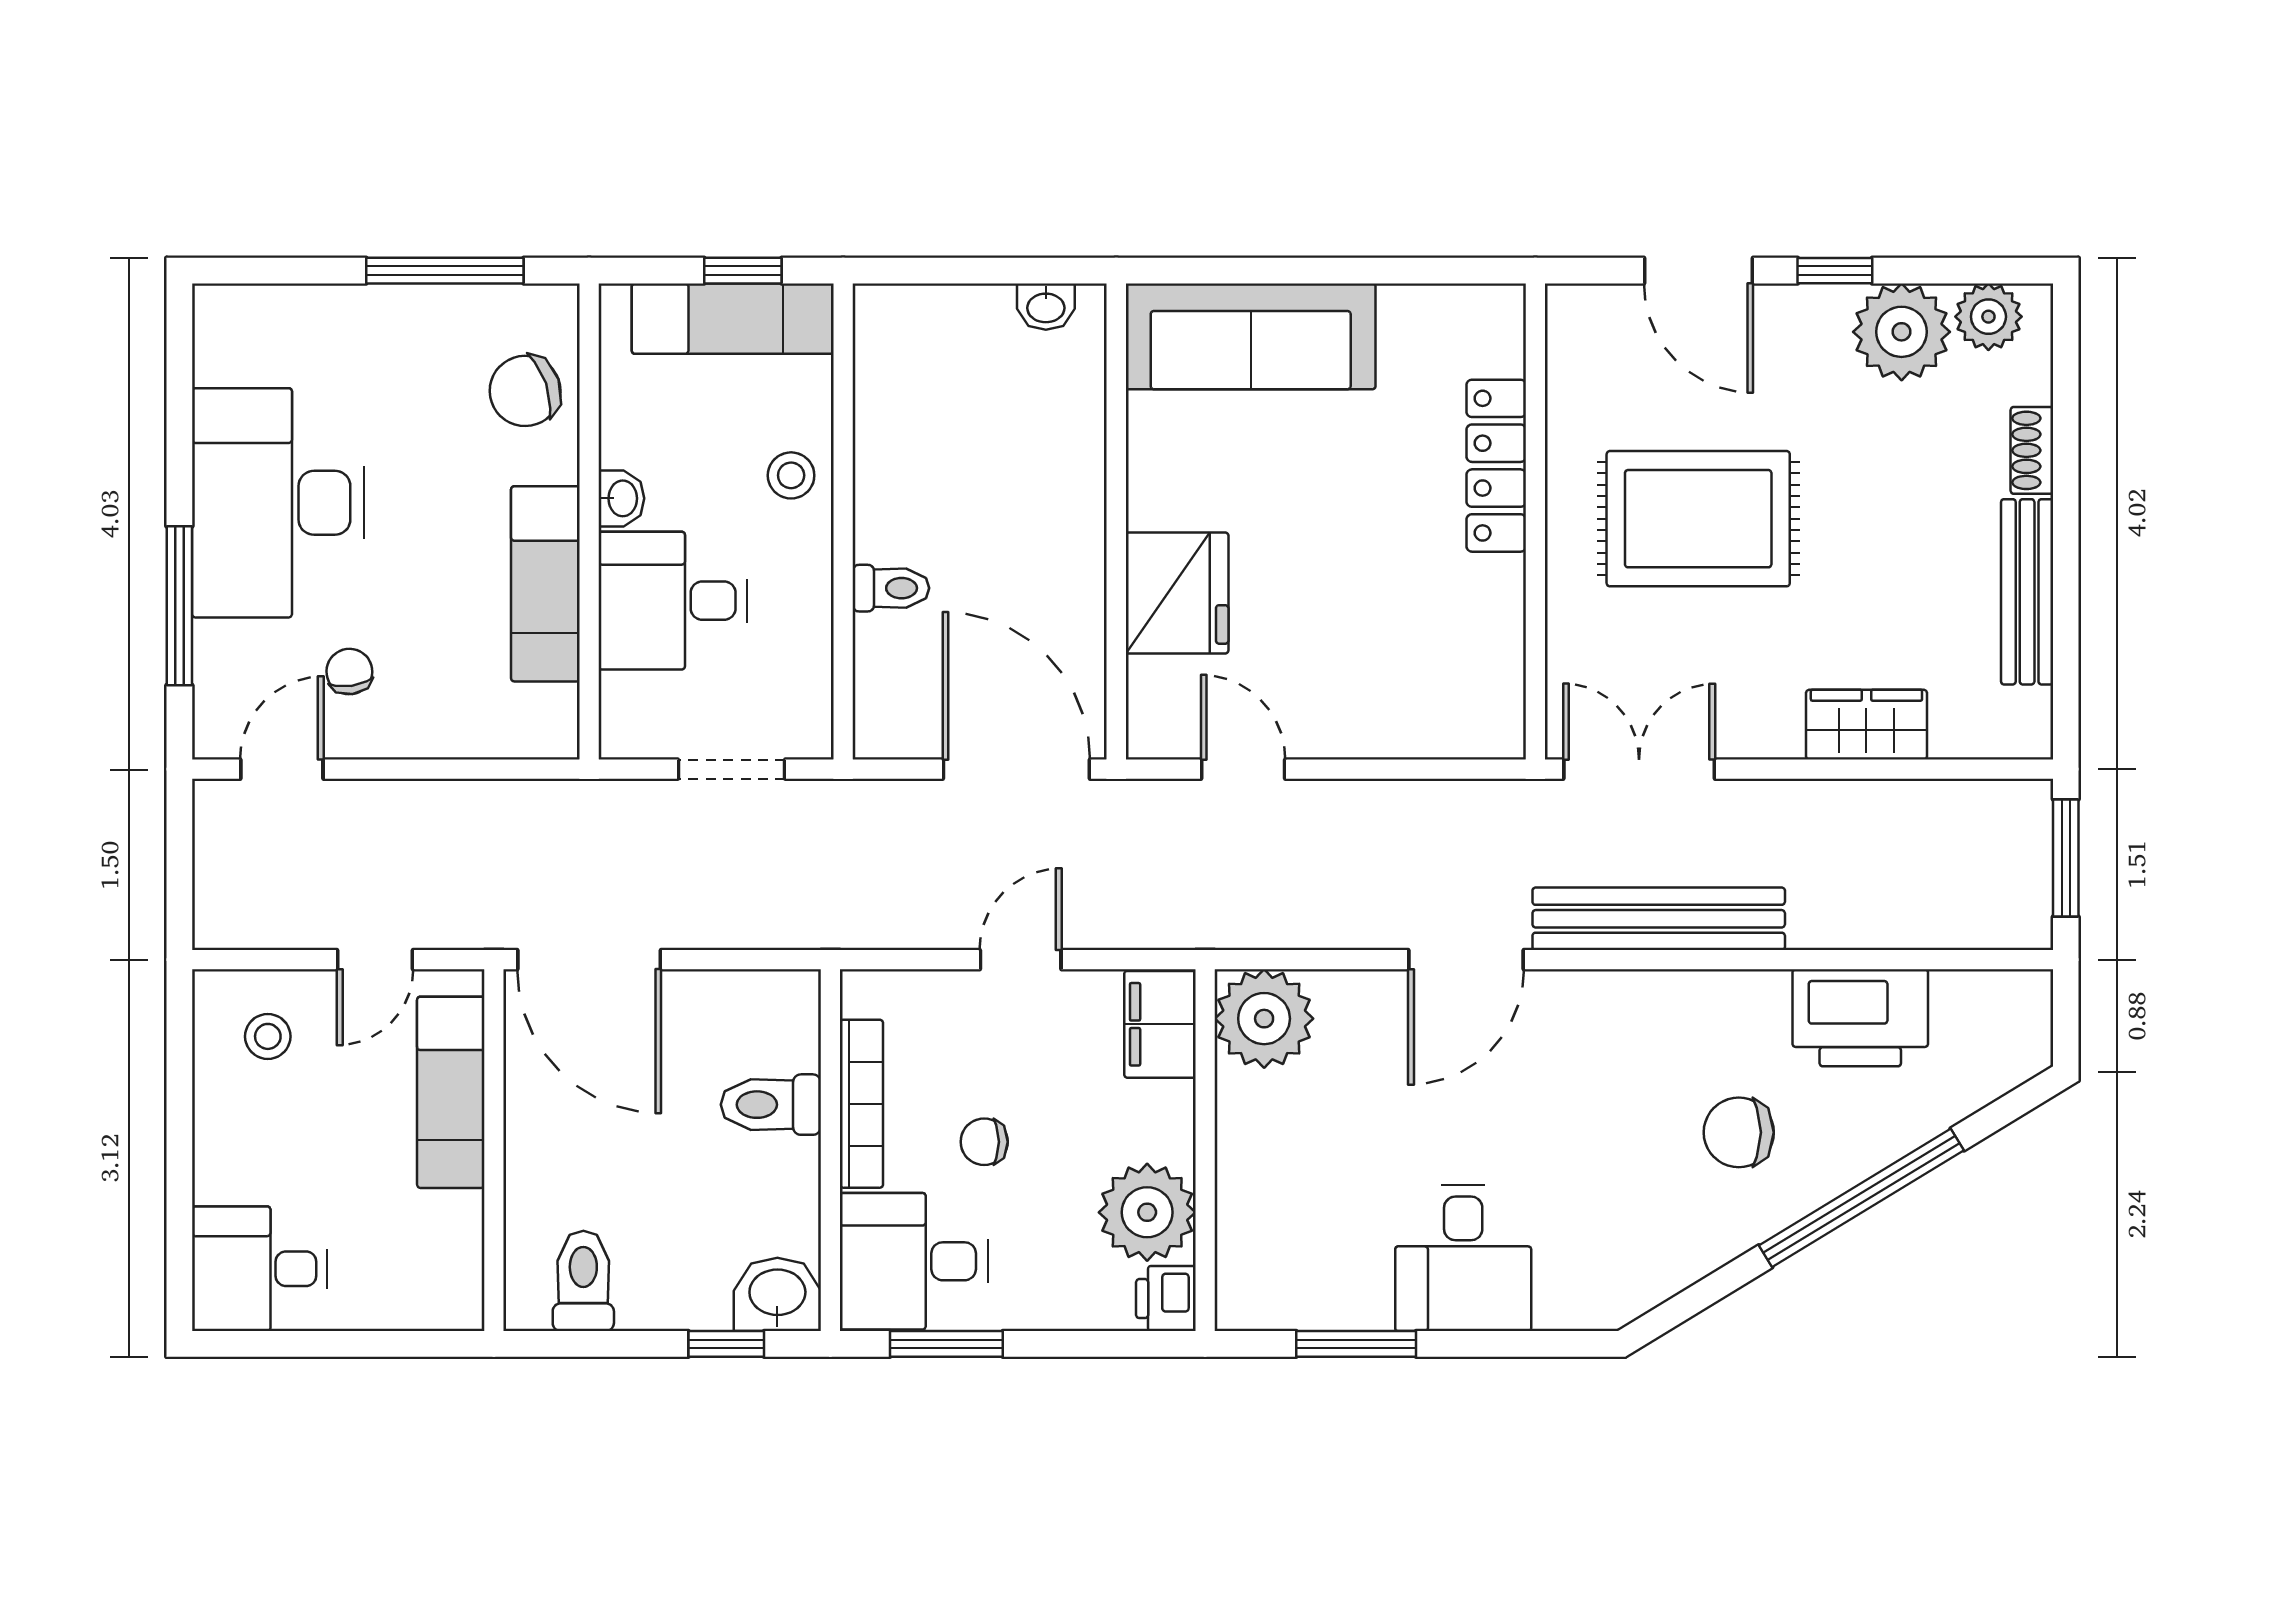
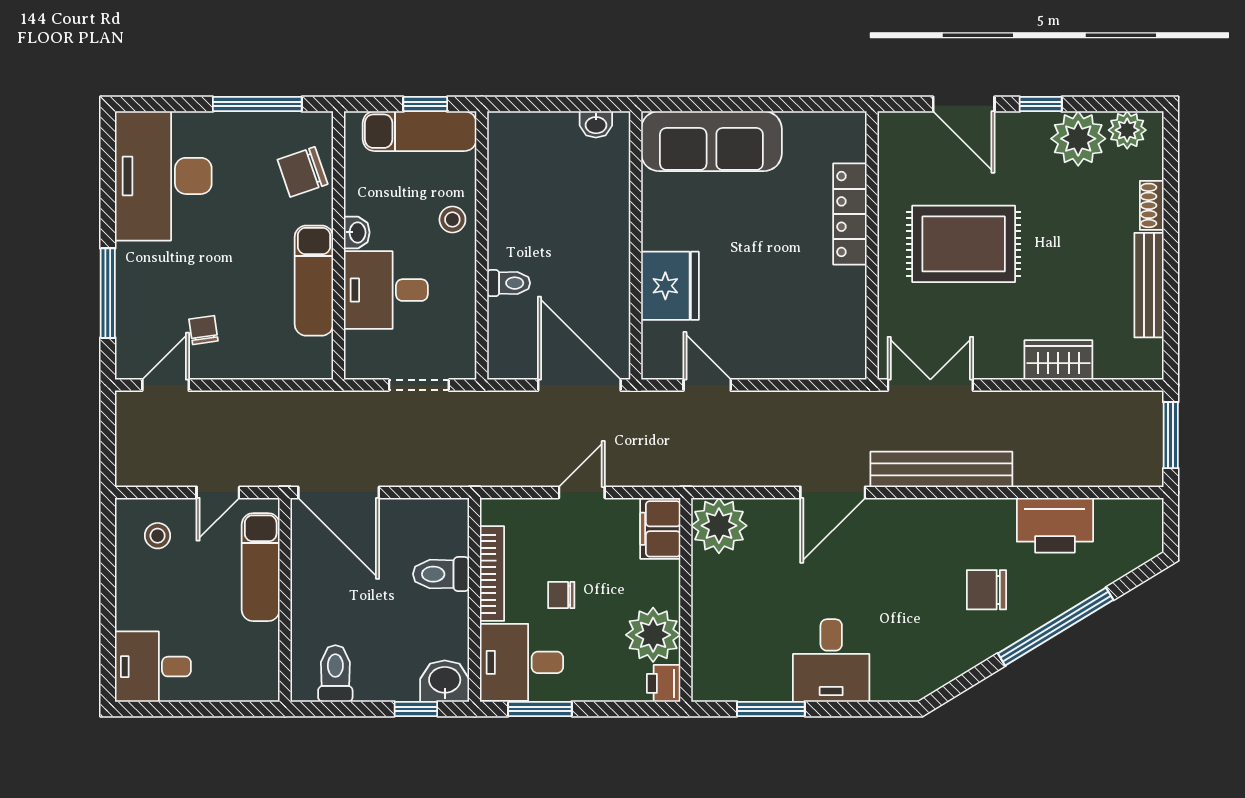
desk: (278, 503) -> (163, 176), moved

